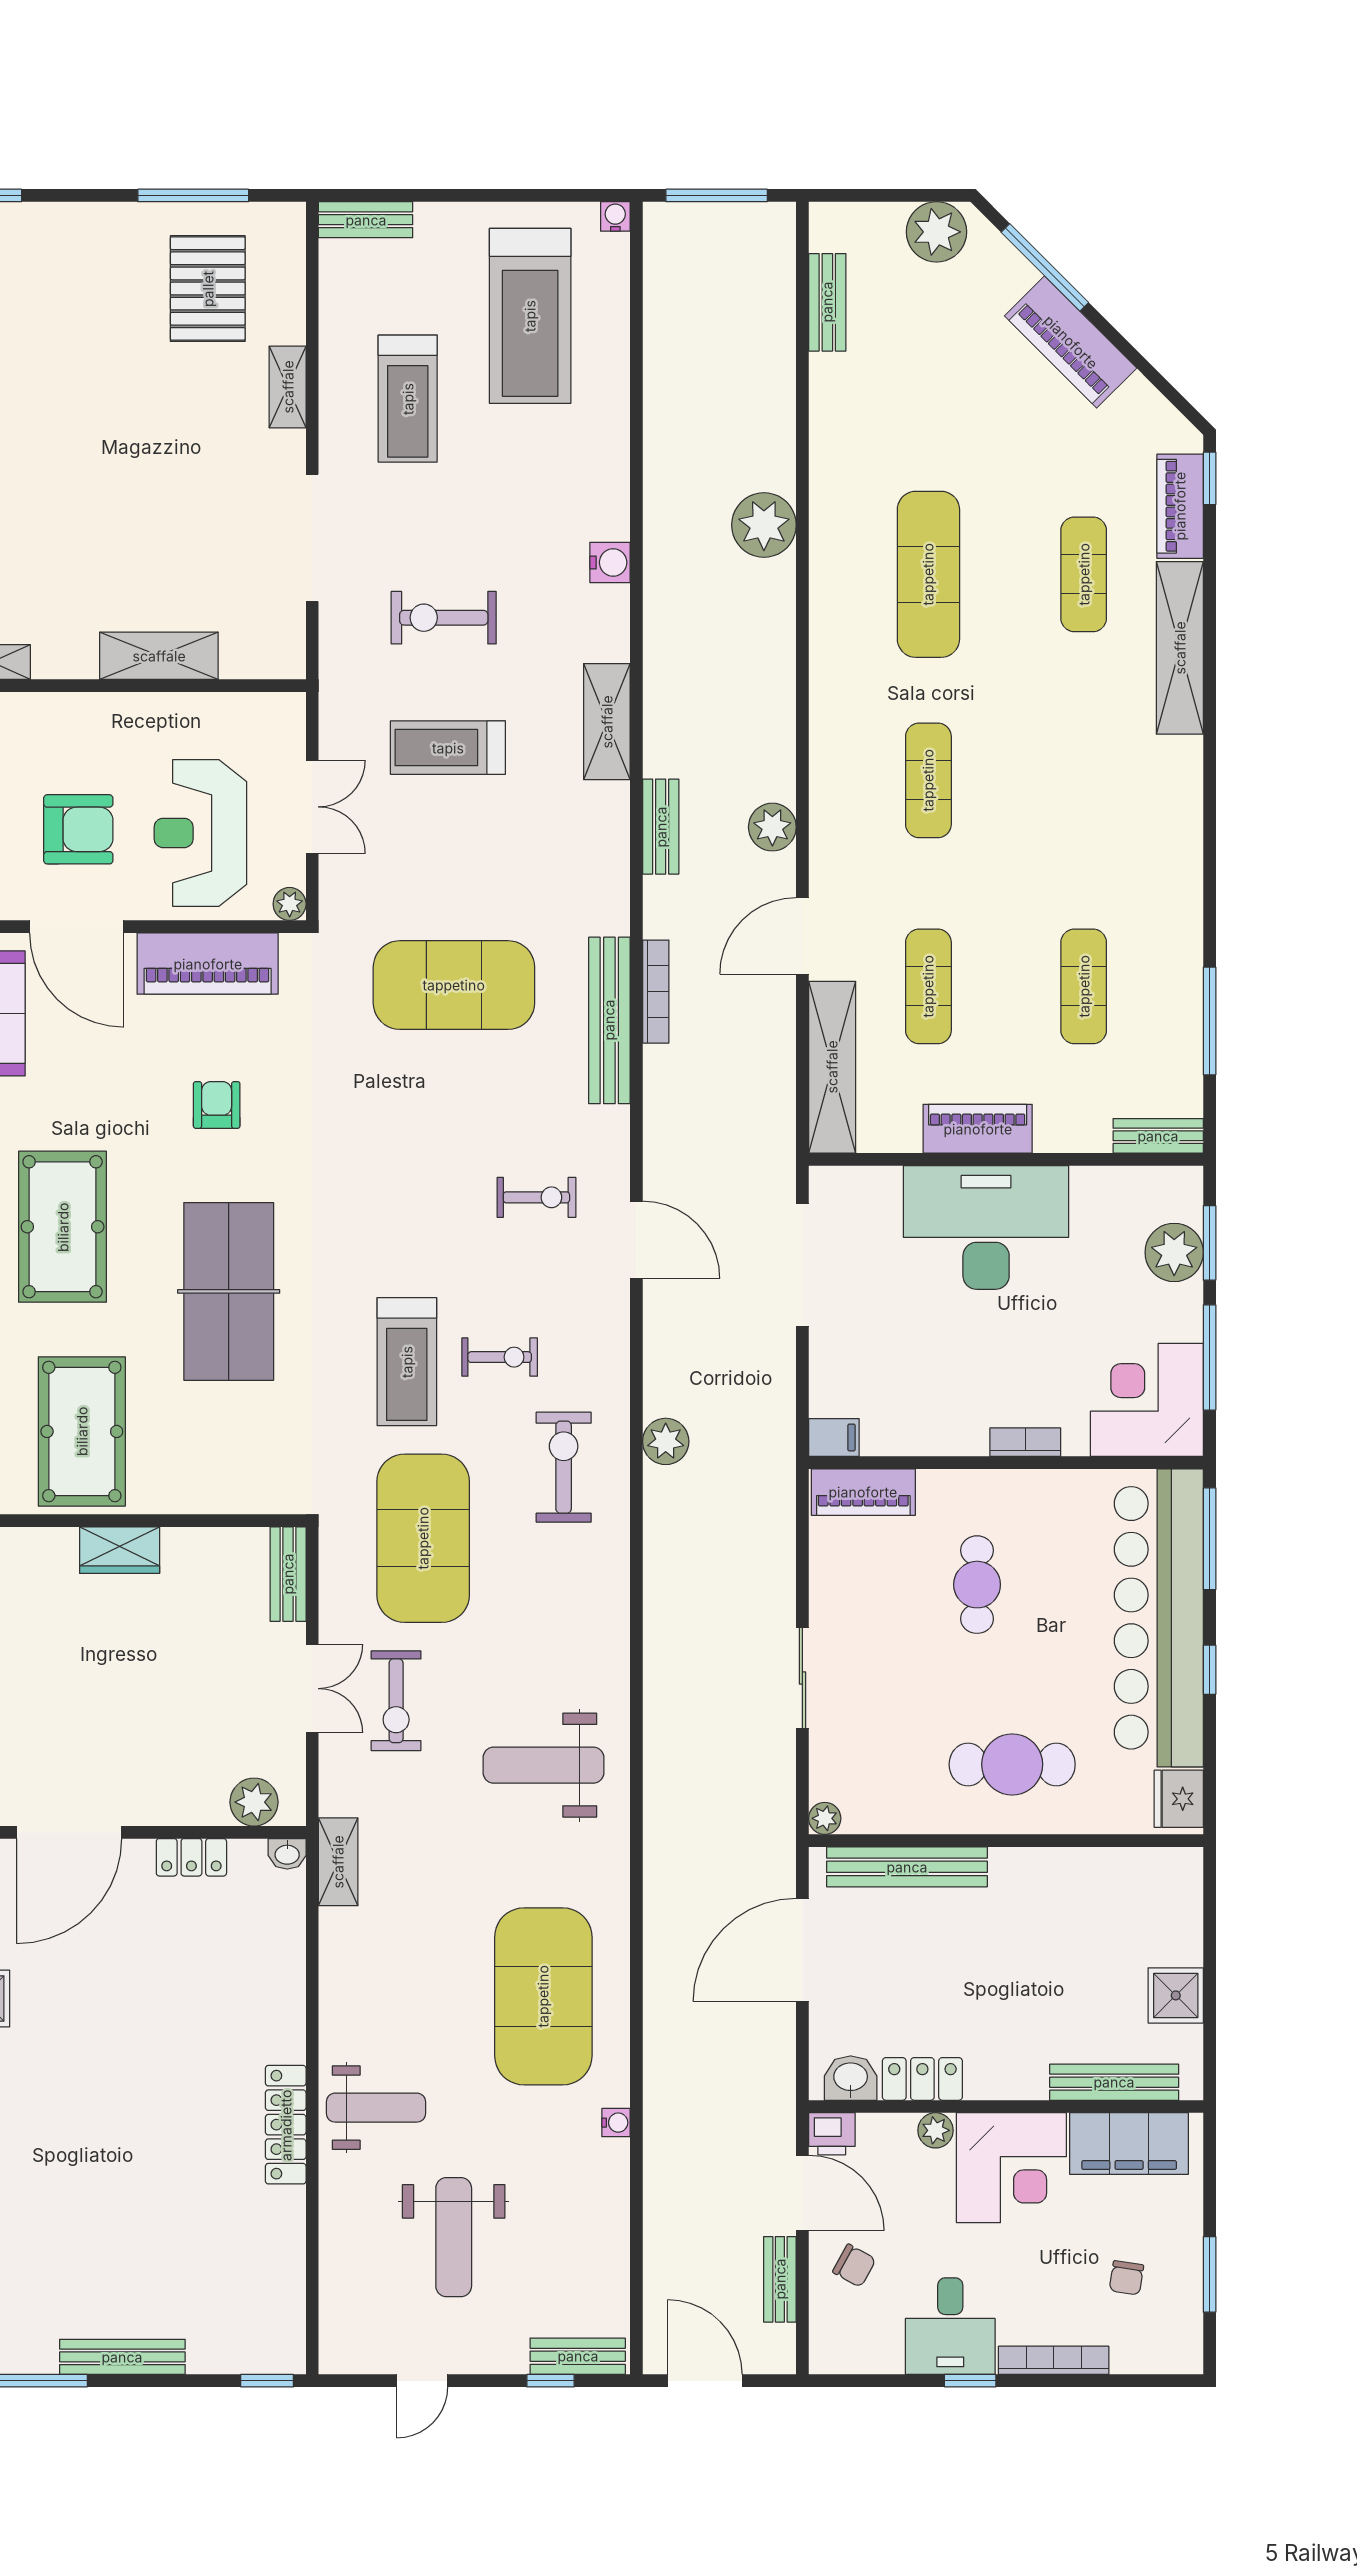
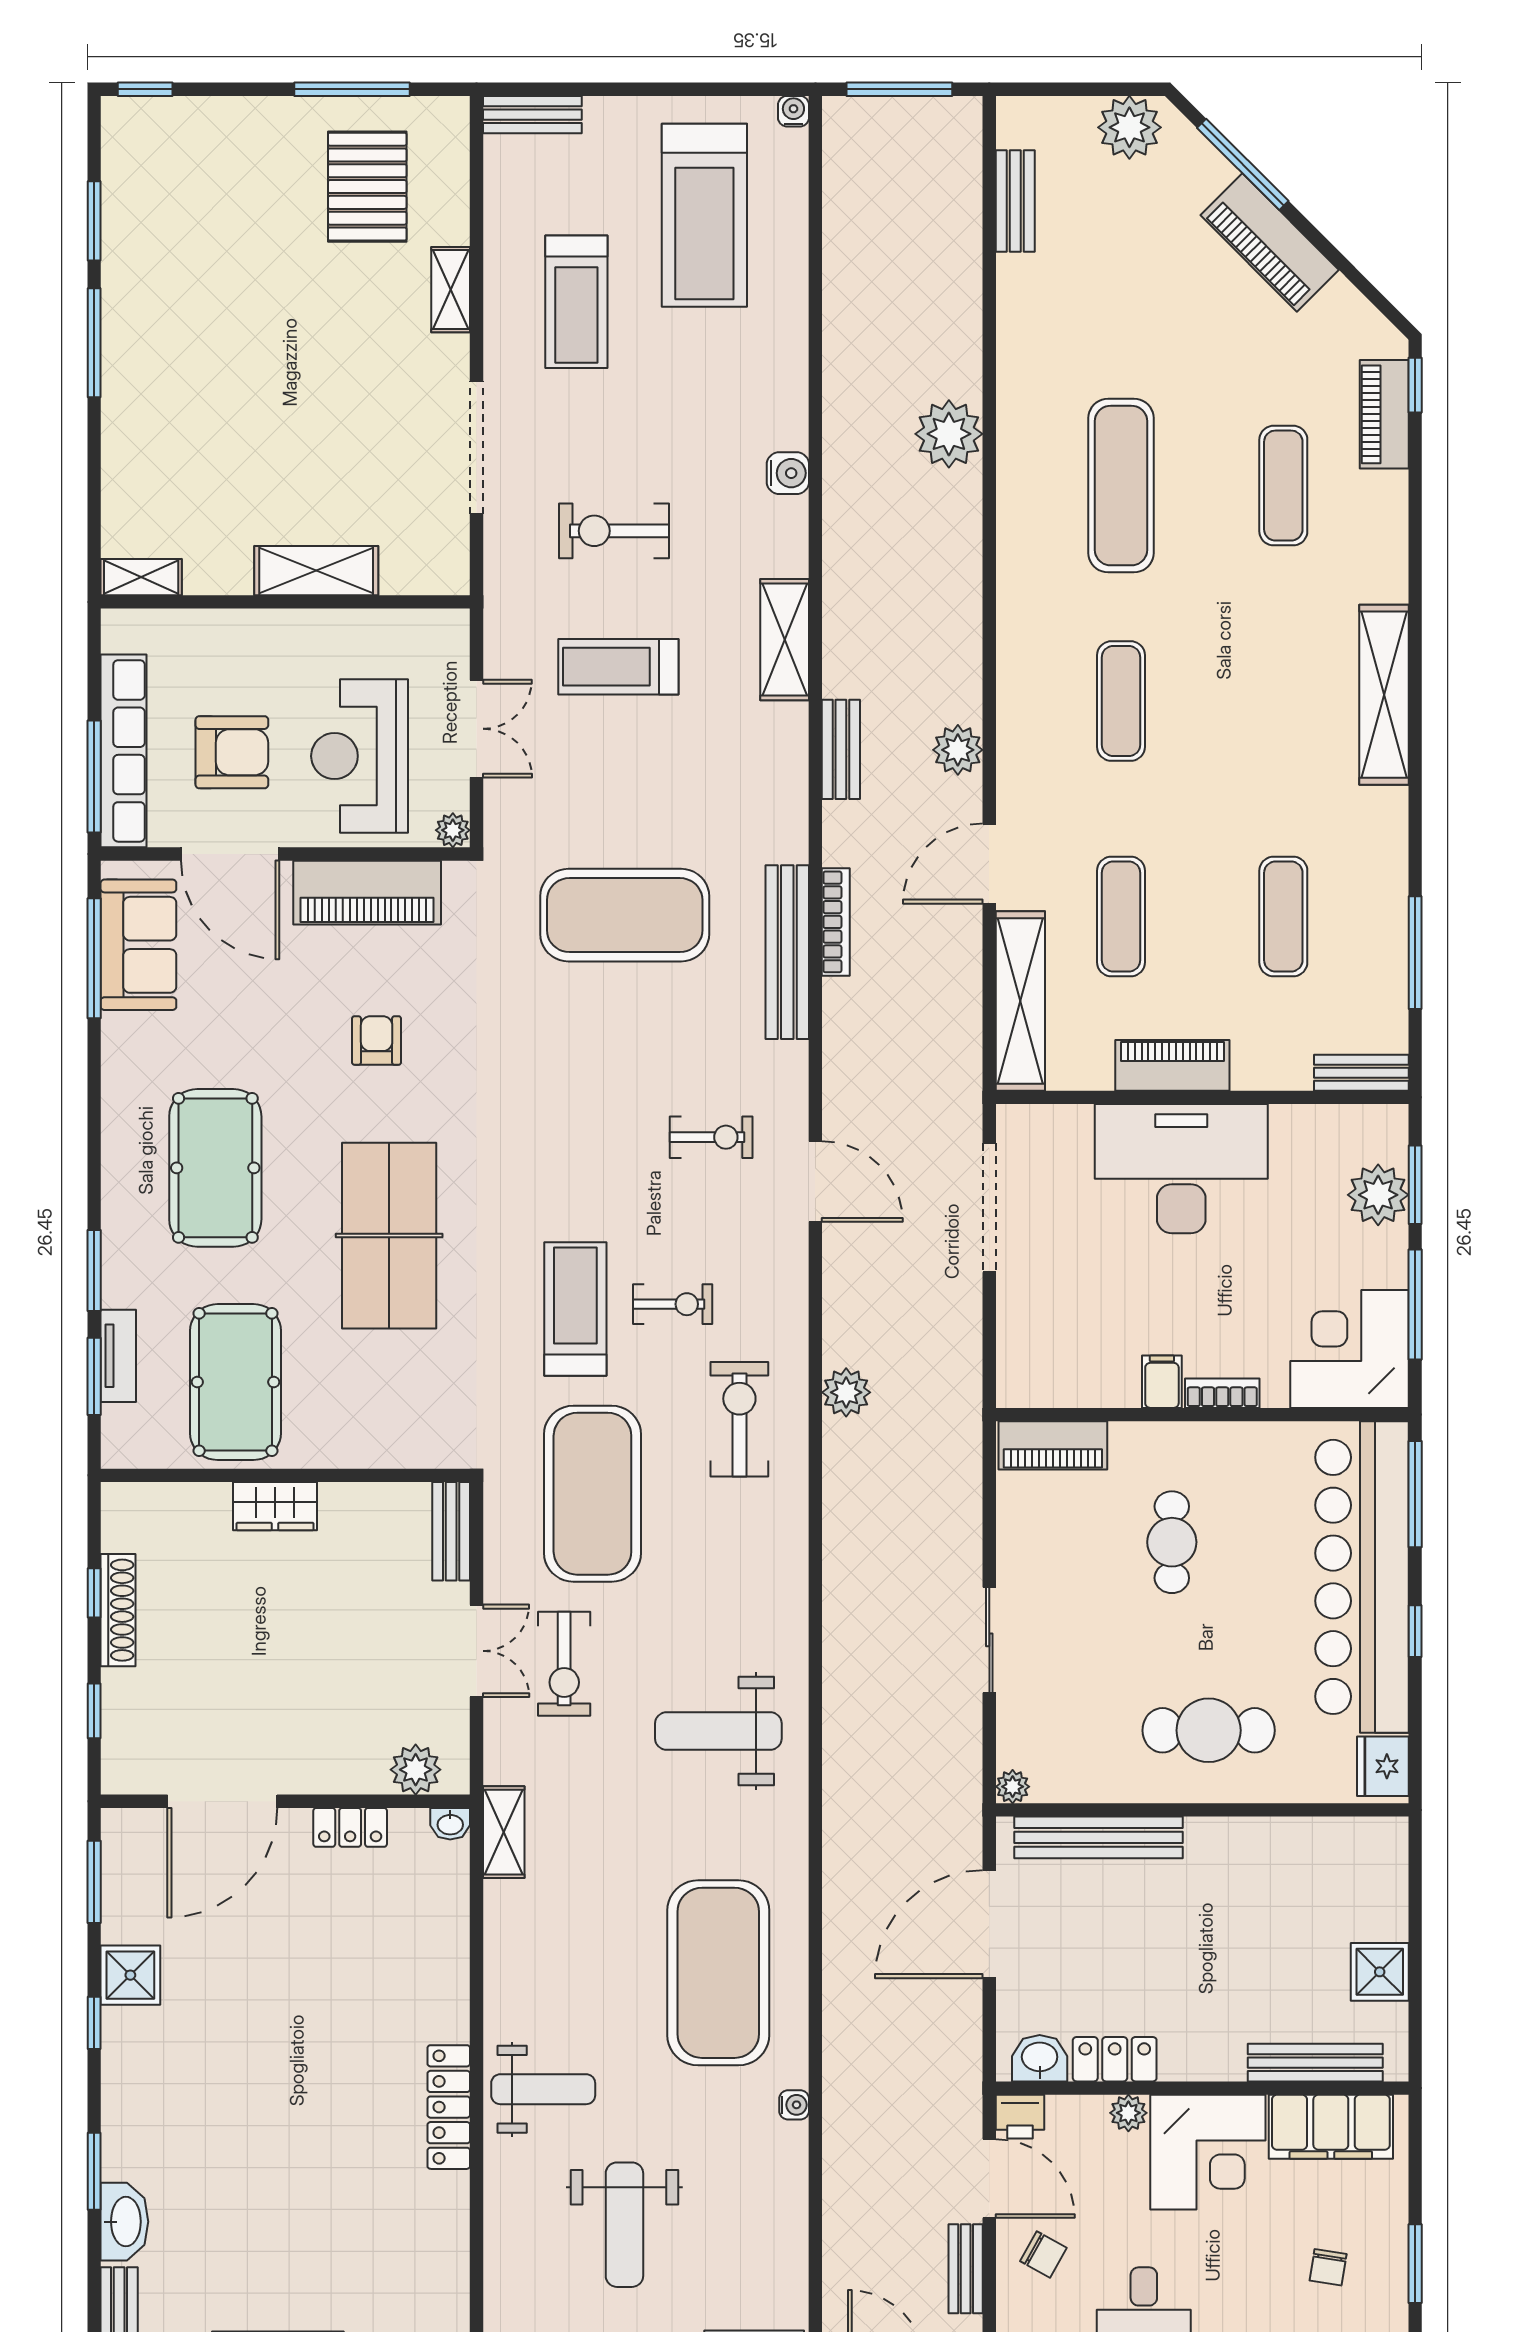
shelving: (1180, 648) -> (1384, 695), moved
treadmill: (407, 1362) -> (575, 1309), turned 180
filing cabinet: (834, 1437) -> (1162, 1382), moved, turned -90

